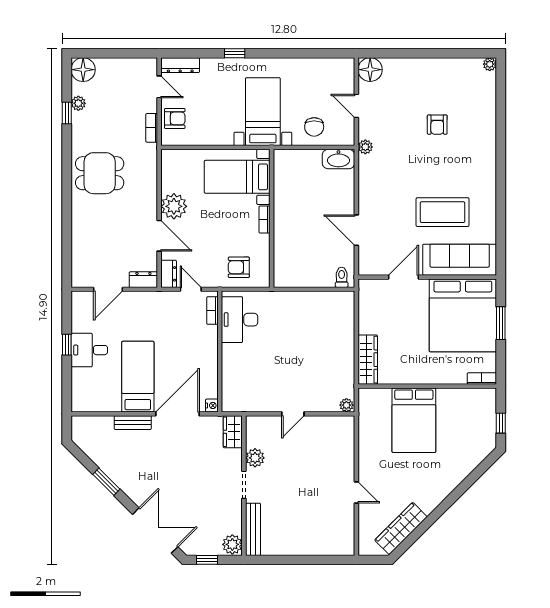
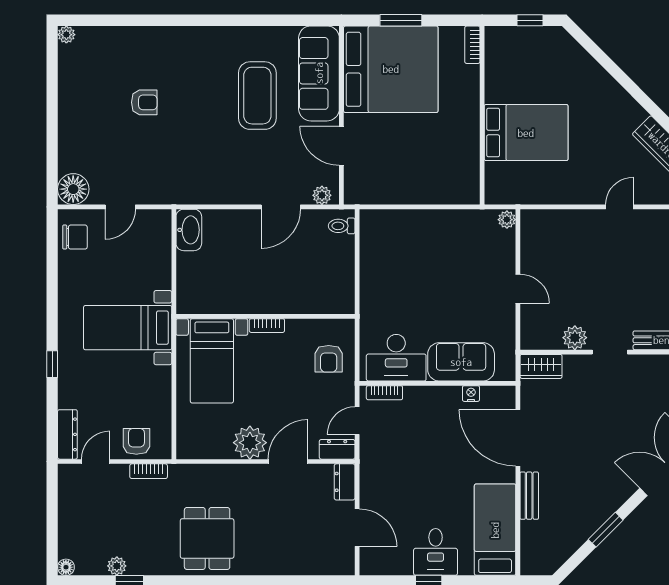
floor lamp: (83, 70) -> (66, 567), width x0.53, depth x0.53
chair: (314, 127) -> (75, 237), moved
plant: (365, 147) -> (322, 195), moved
wardrobe: (368, 360) -> (448, 192), removed
sofa: (236, 370) -> (461, 362), added
bed: (138, 377) -> (495, 530), moved, turned 90
nightstand: (212, 405) -> (471, 394), moved

